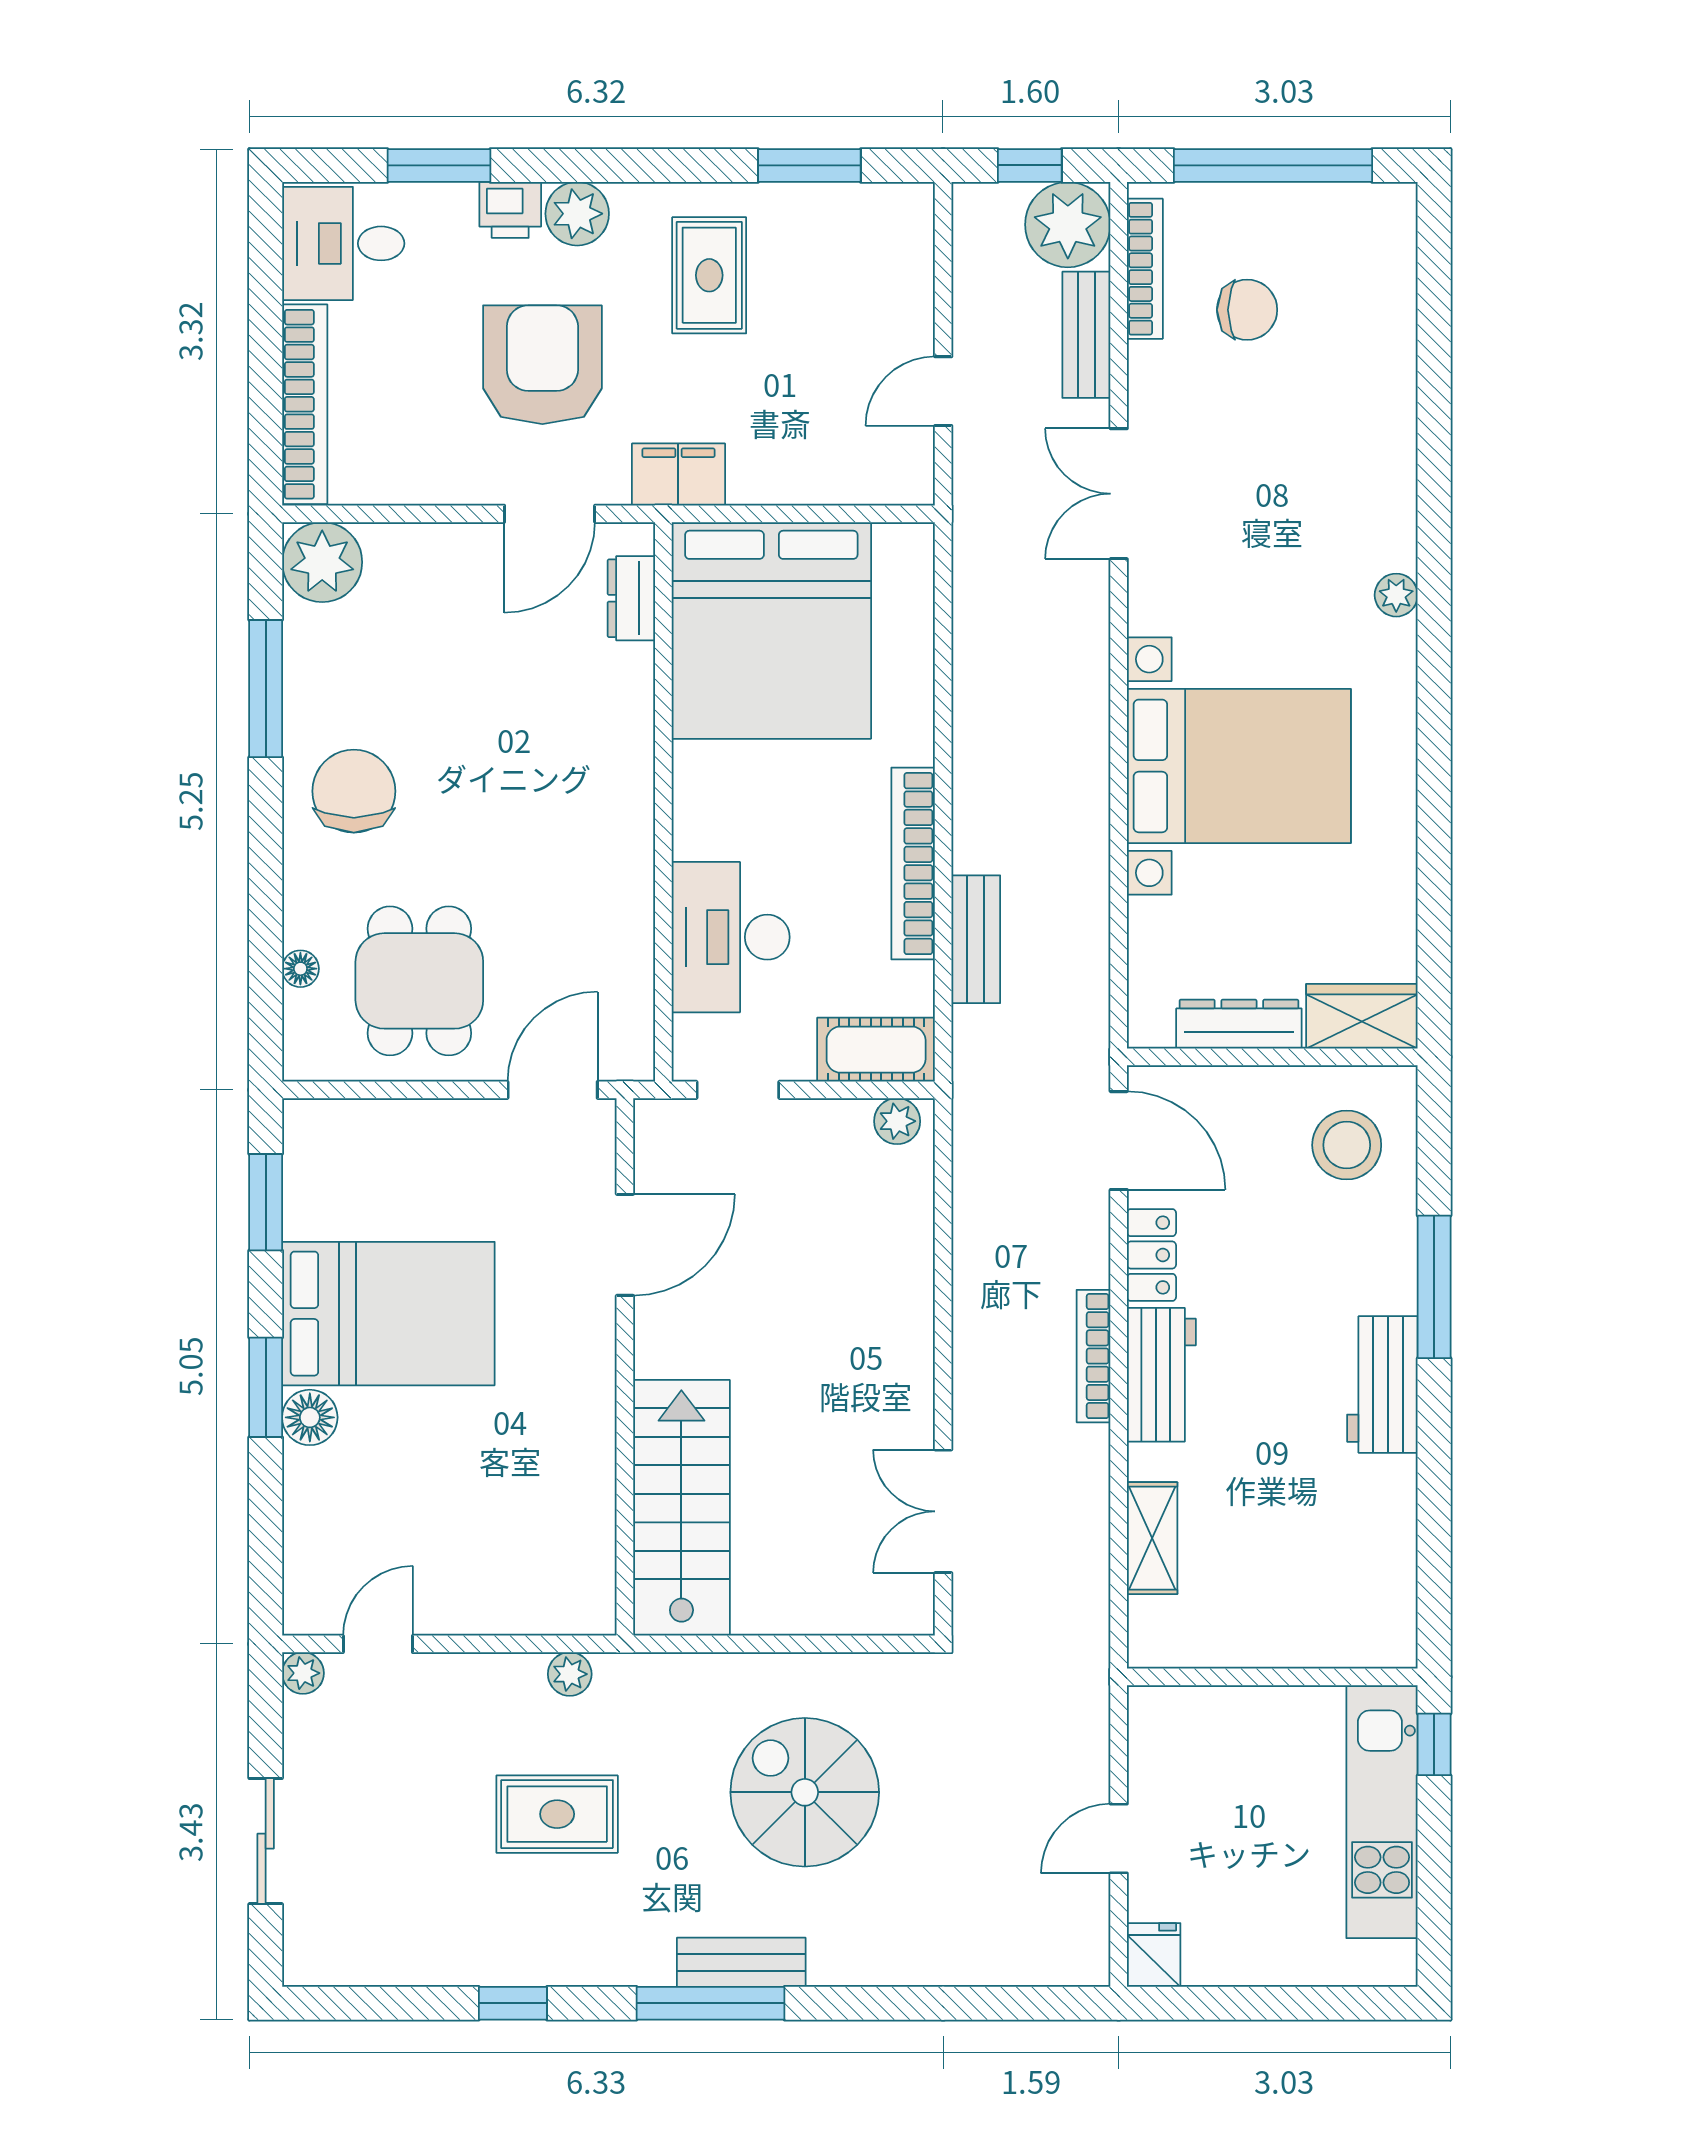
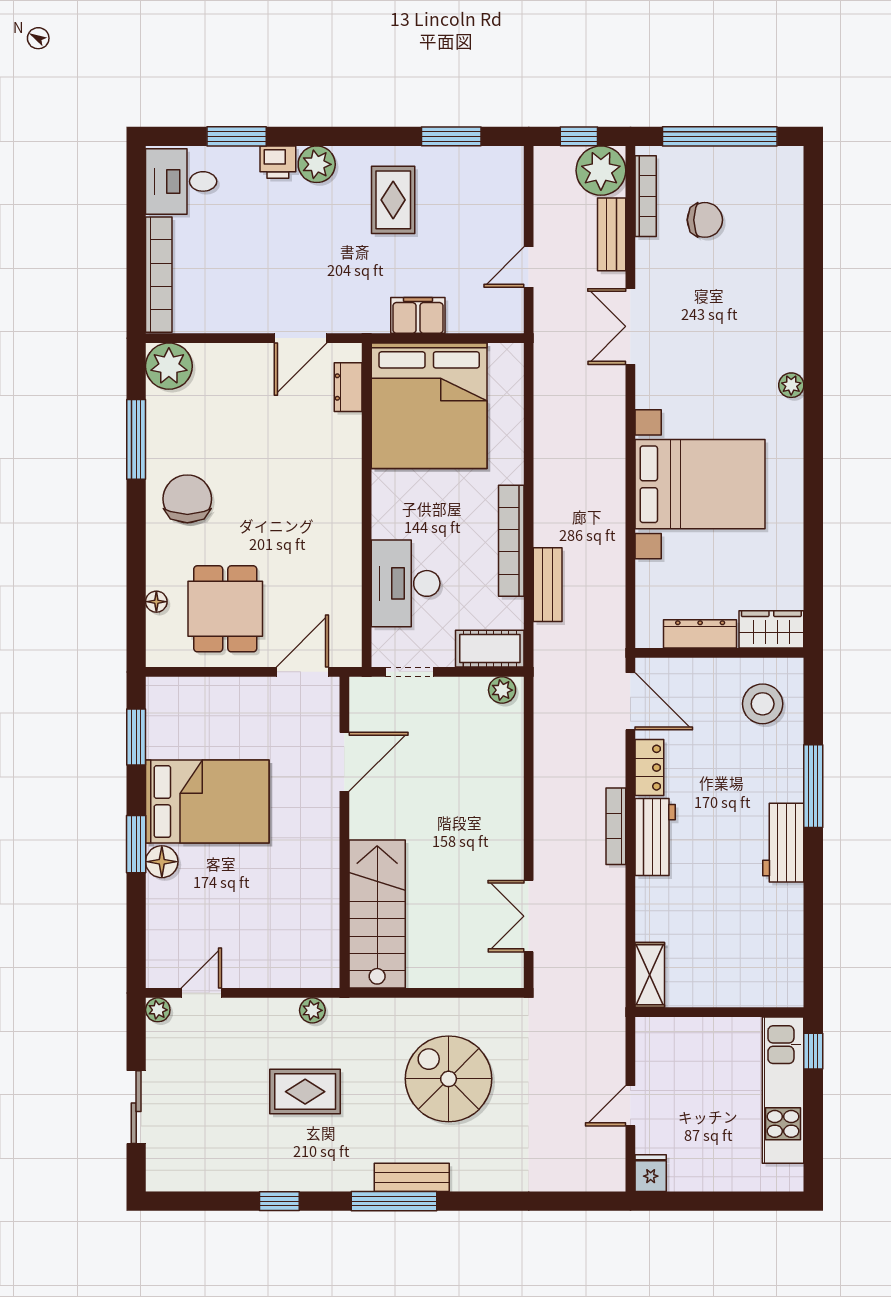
armchair: (542, 365) -> (297, 252), removed
filing cabinet: (678, 475) -> (418, 315), moved
shelving: (1152, 1538) -> (650, 975), moved

